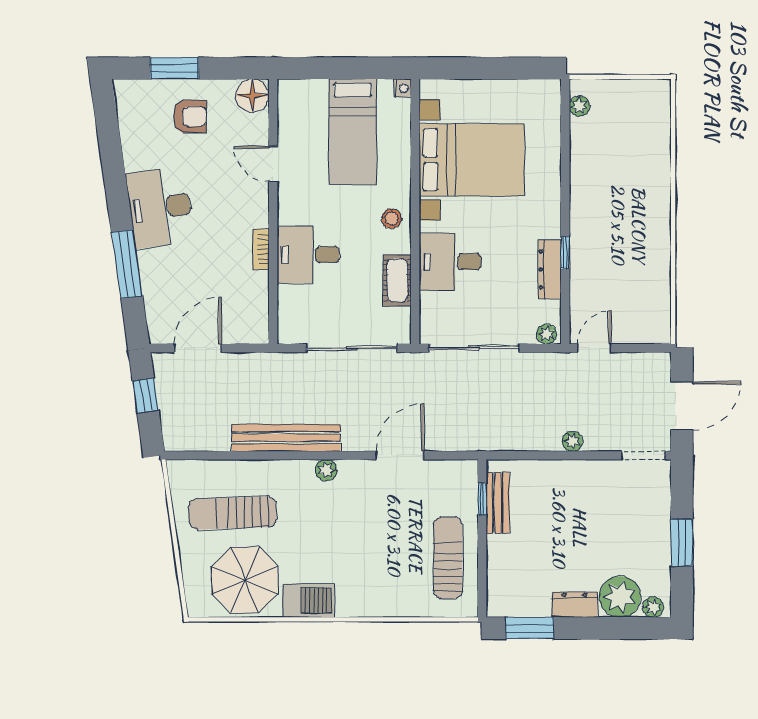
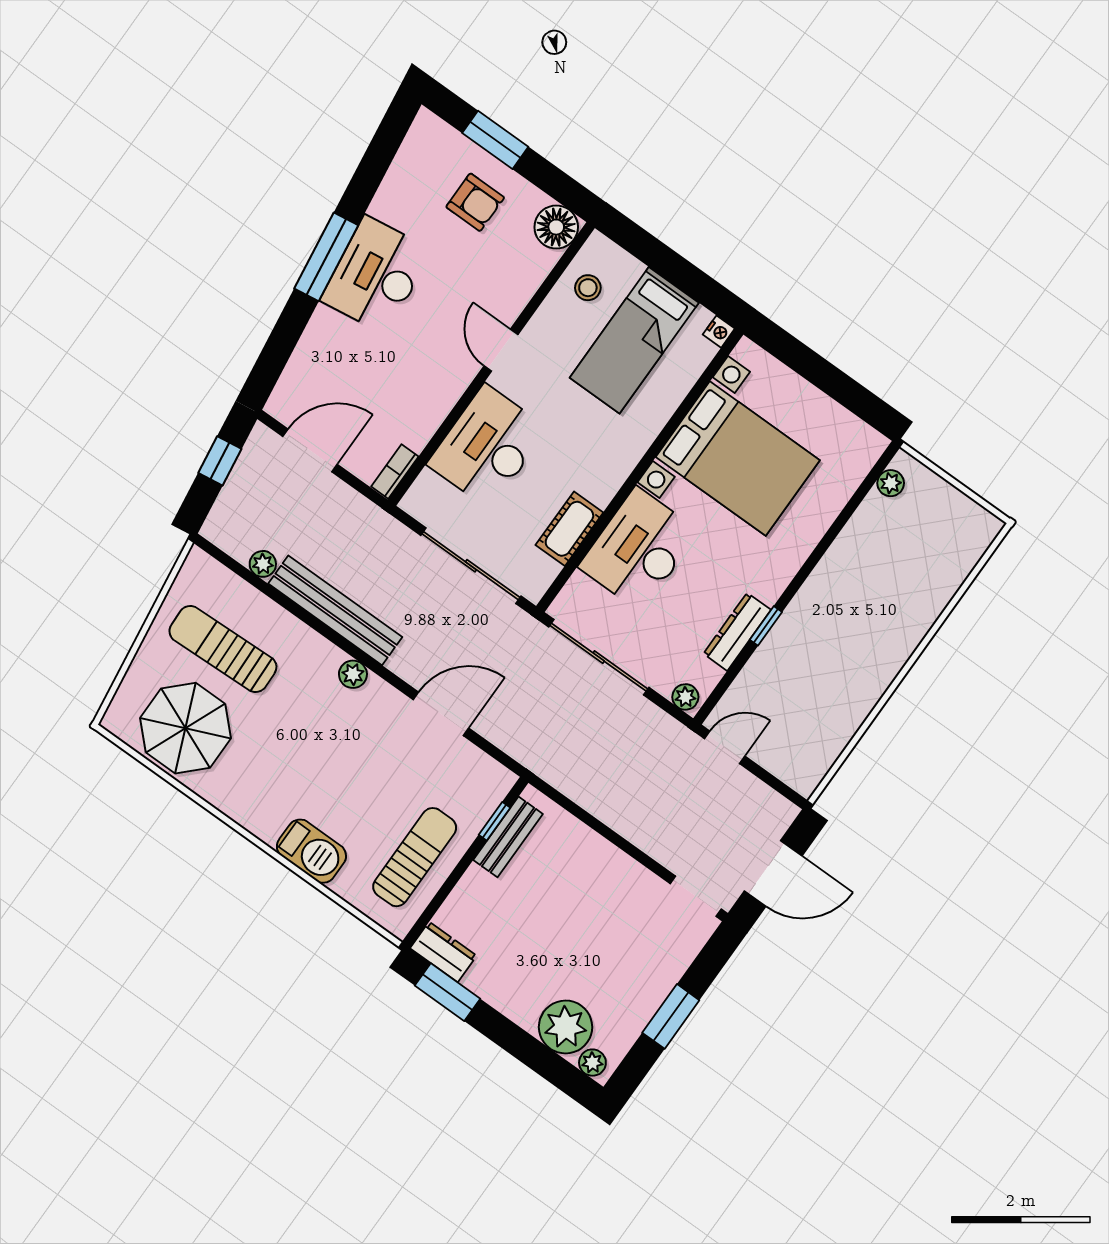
door: (273, 164) -> (501, 350), moved
stool: (392, 219) -> (588, 288), moved
bookcase: (261, 249) -> (395, 471), moved
desk: (308, 255) -> (487, 446), width x1.37
desk: (450, 262) -> (639, 549), width x1.37
window: (127, 264) -> (326, 257), moved
plant: (572, 441) -> (263, 564), moved
barbecue: (308, 601) -> (311, 851), moved
dresser: (575, 605) -> (443, 952), moved

